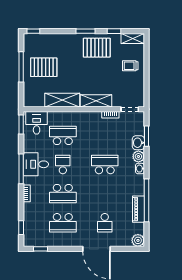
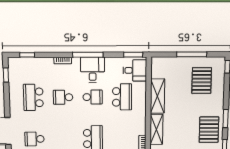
pallet: (44, 67) -> (202, 81), moved
school desk: (63, 194) -> (63, 97), width x0.54

